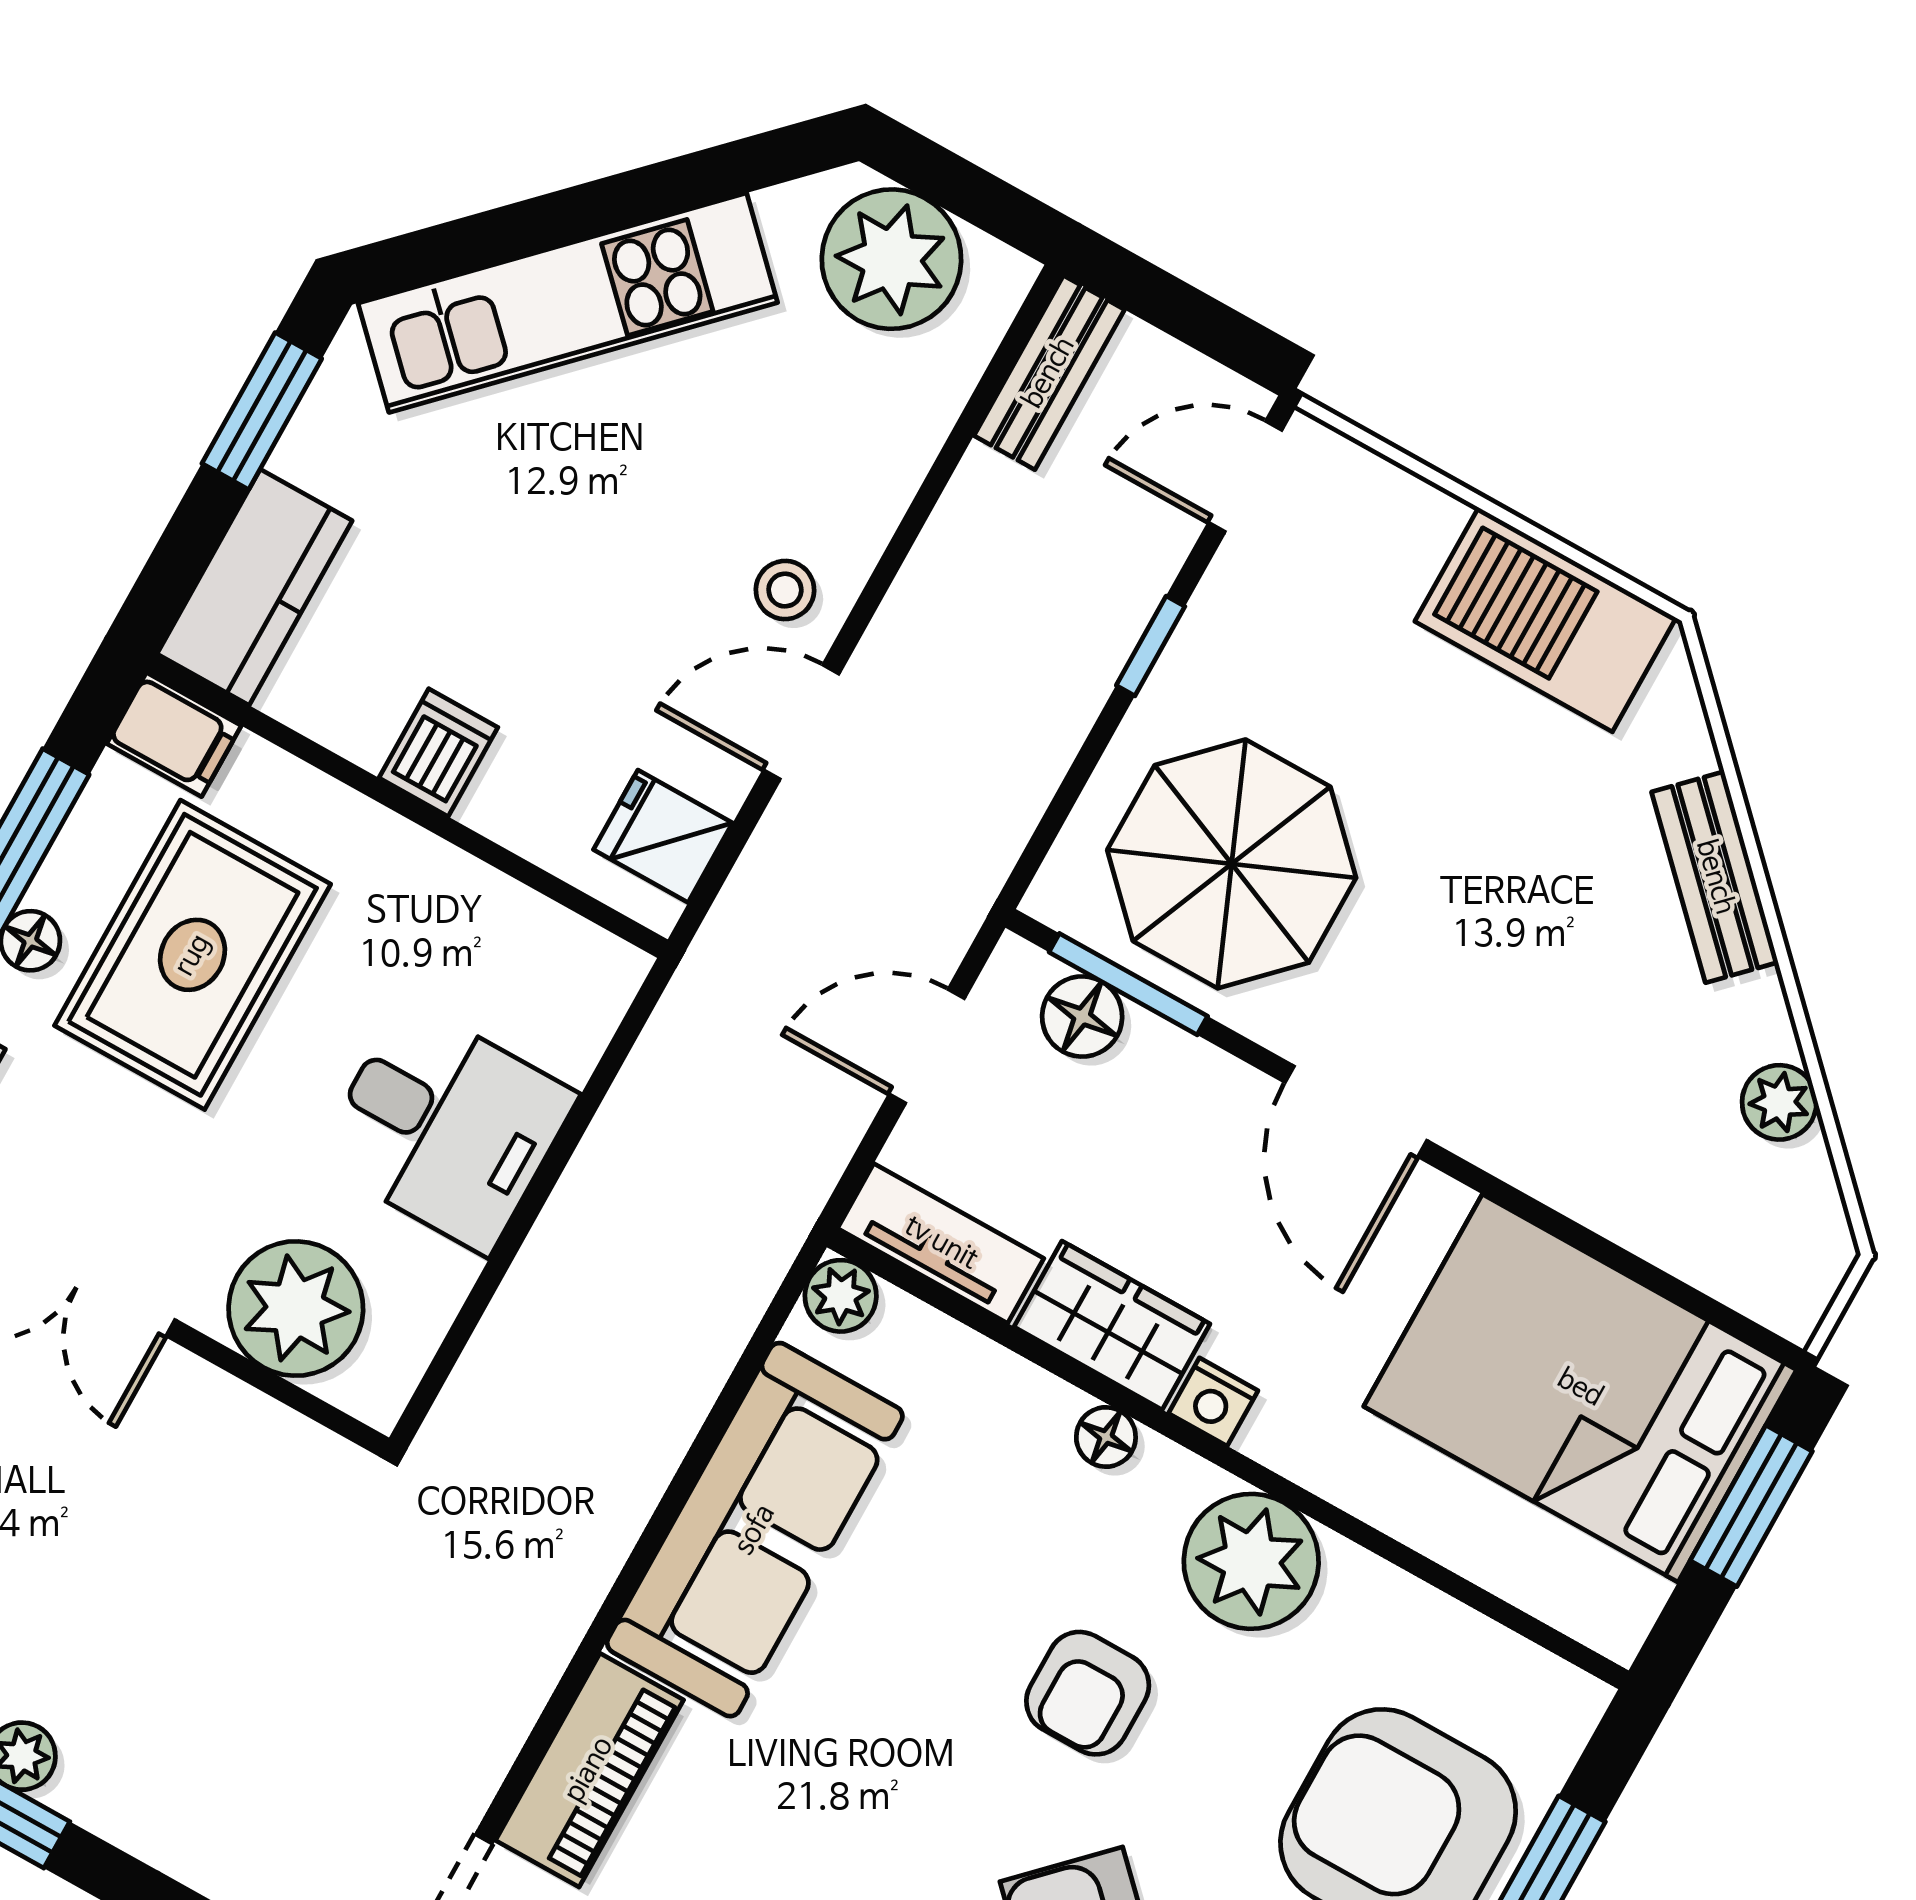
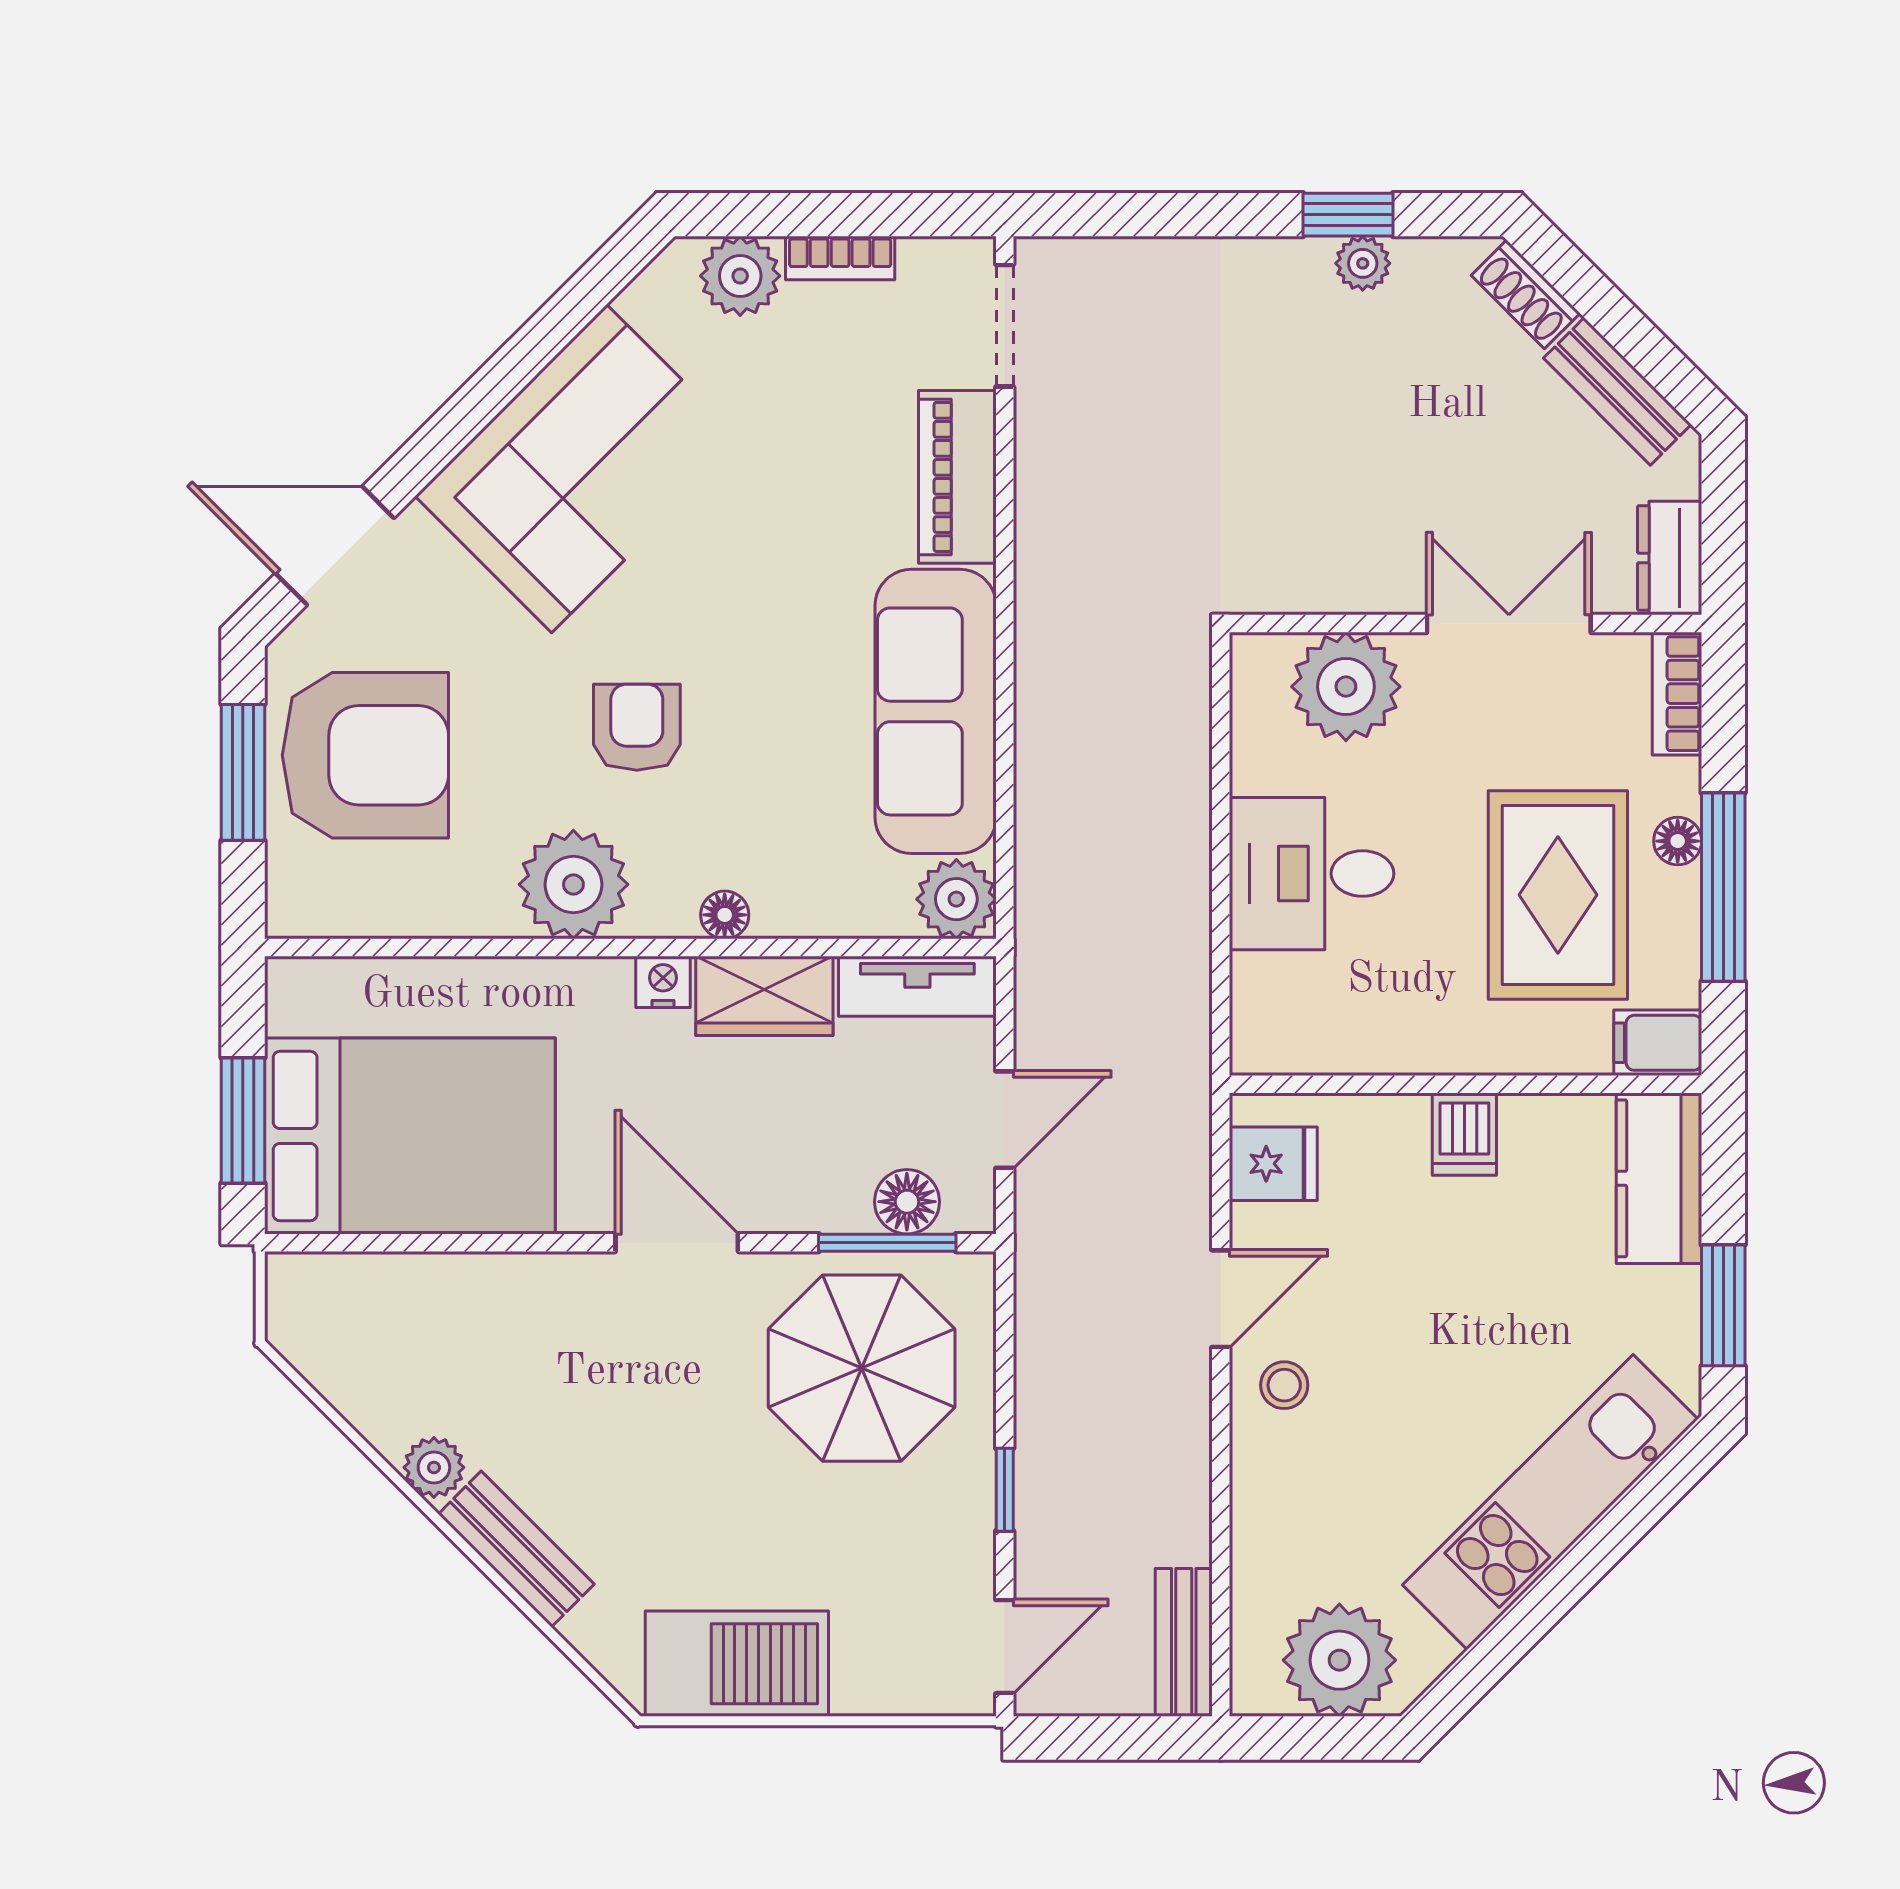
plant: (1779, 1102) -> (434, 1467), moved
plant: (841, 1296) -> (956, 899), width x1.38, depth x1.38

